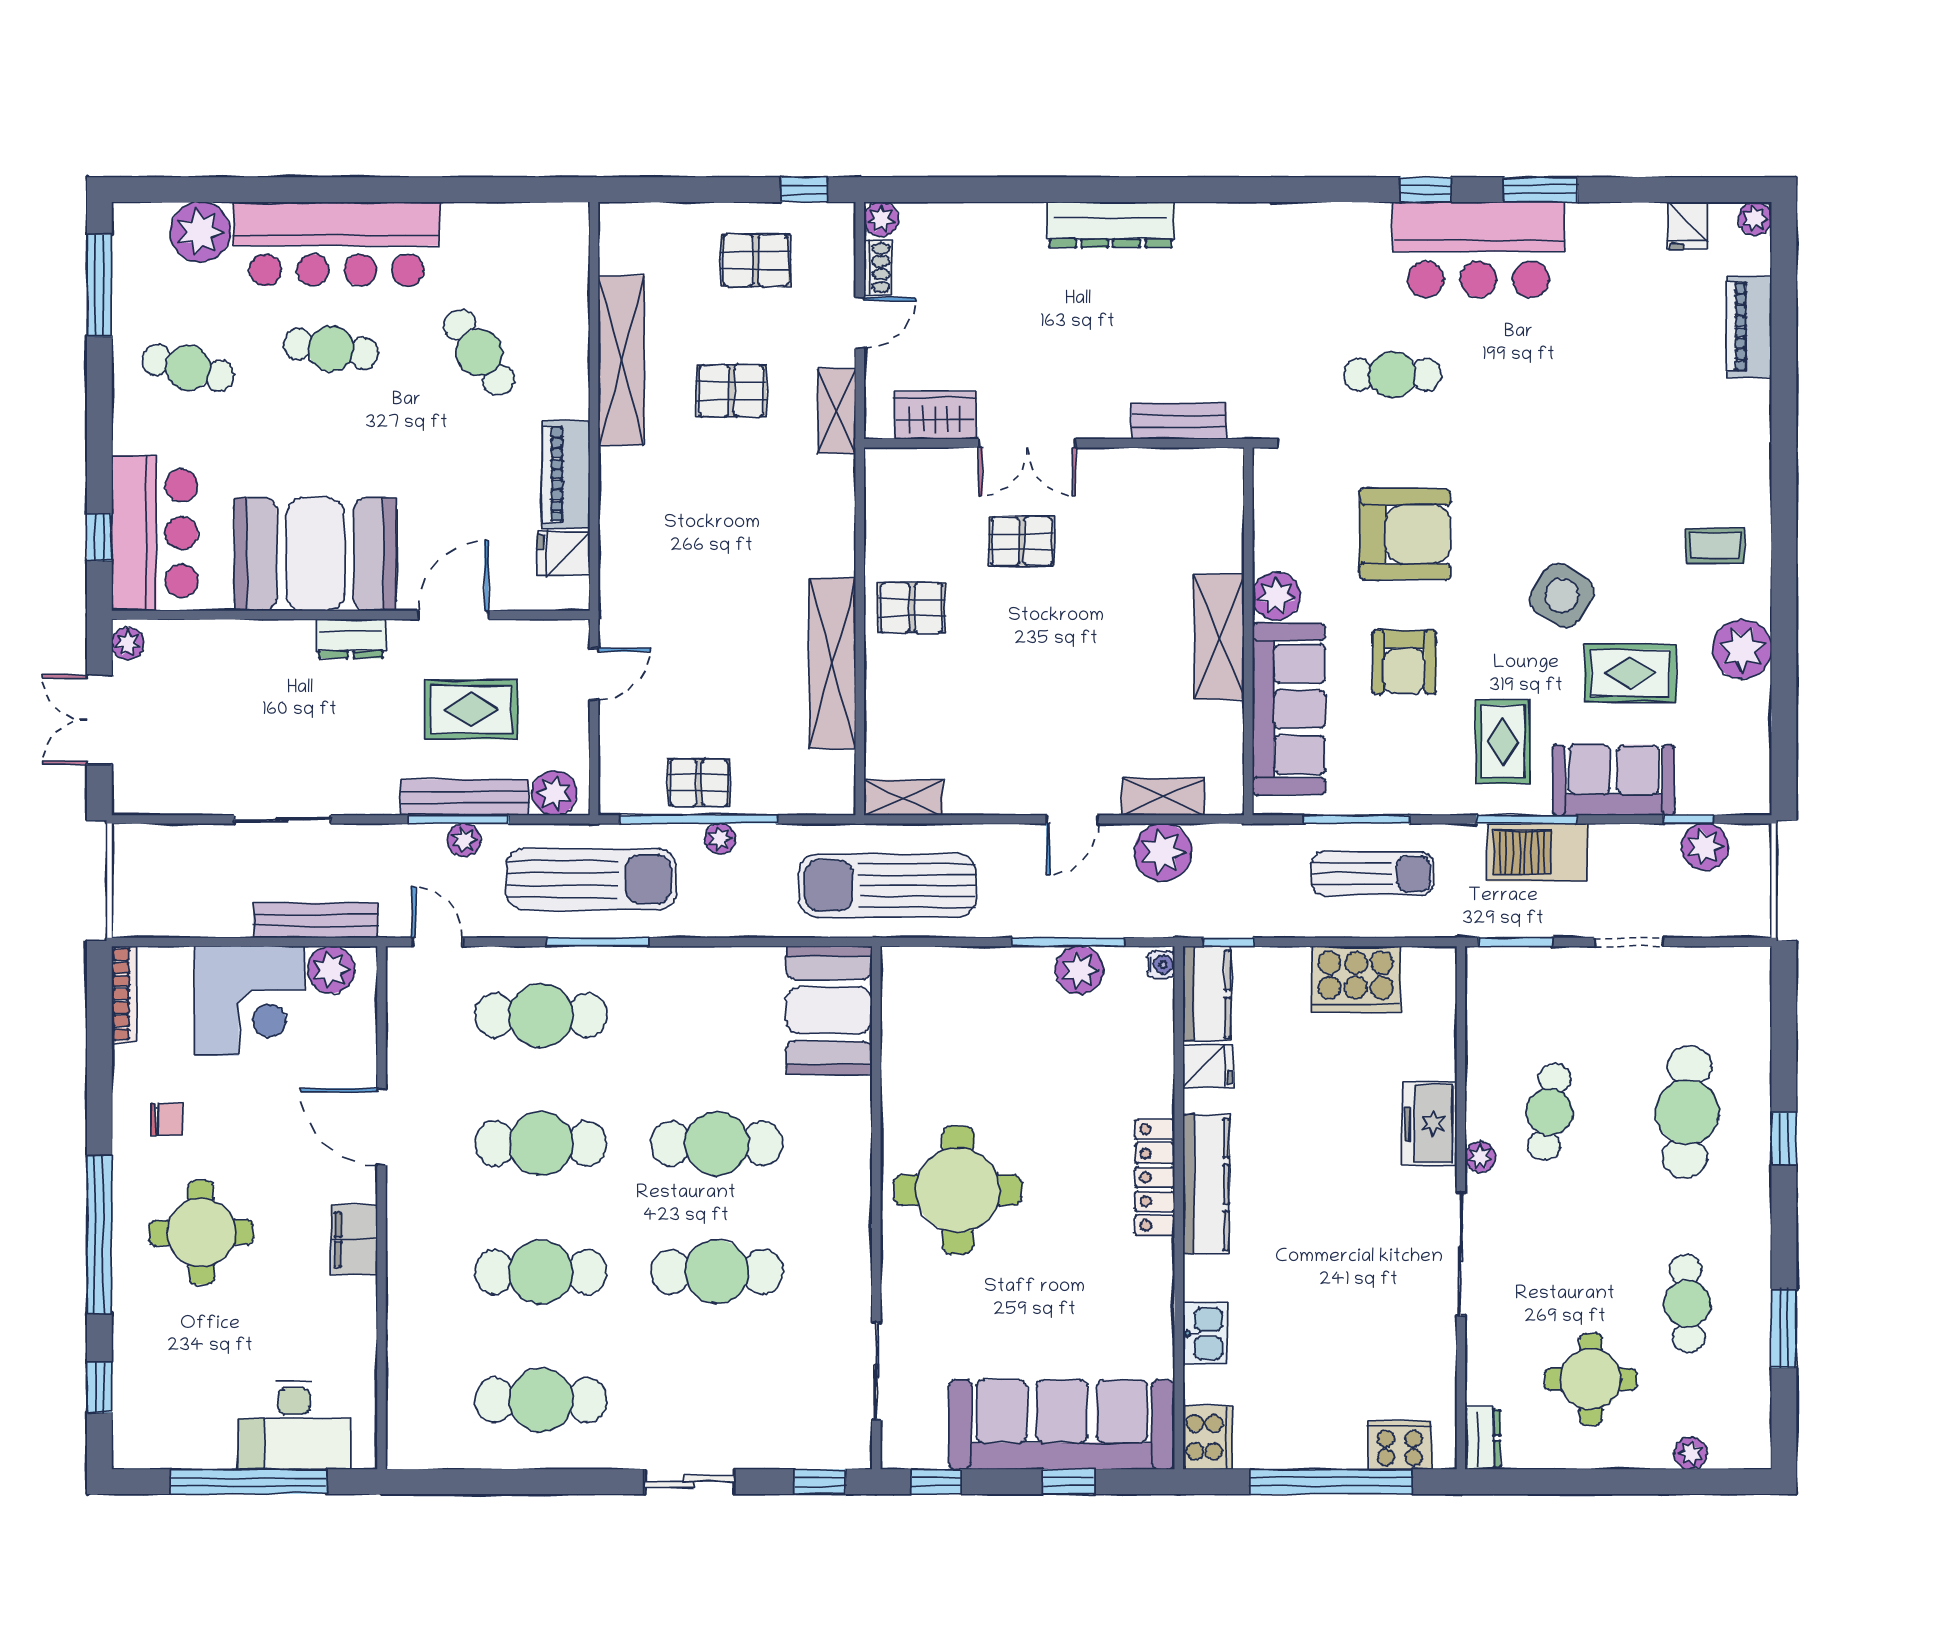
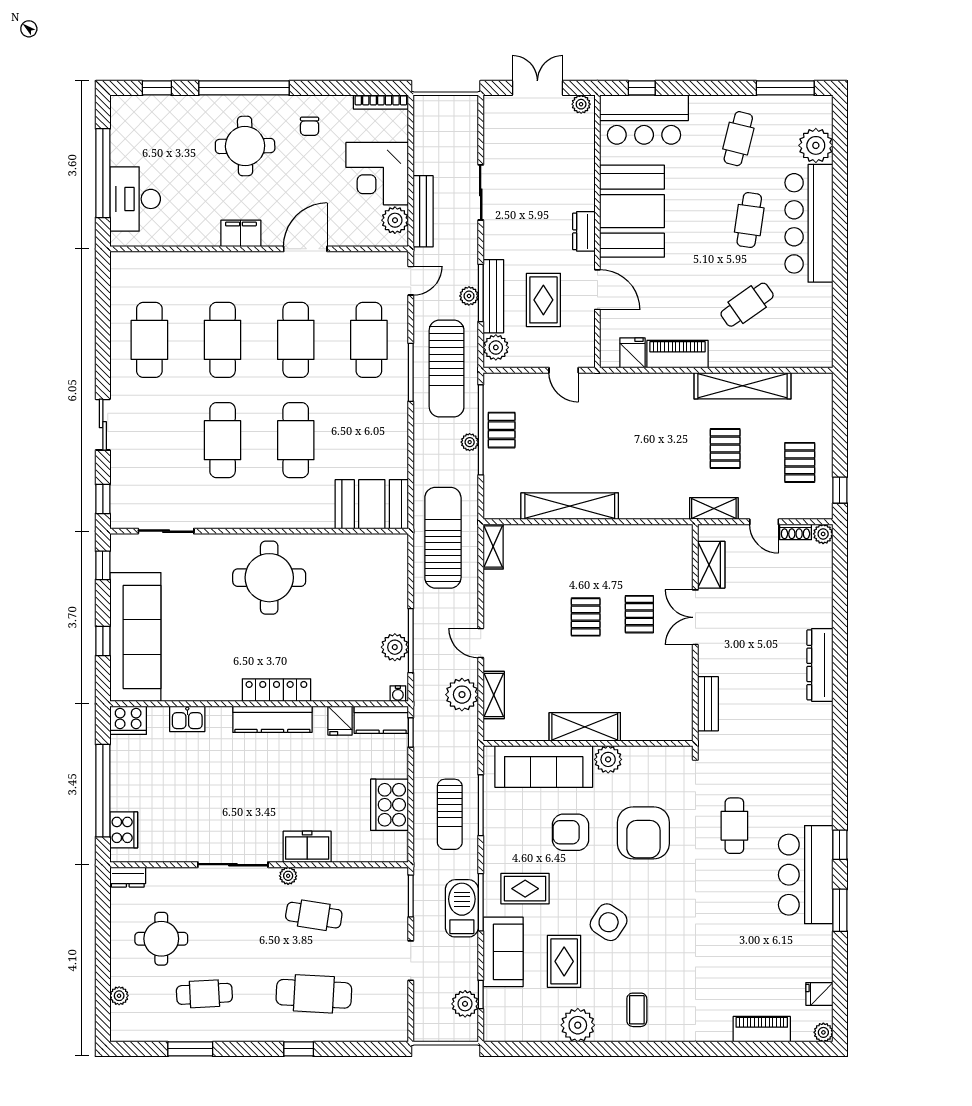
pallet: (912, 608) -> (586, 617), moved

